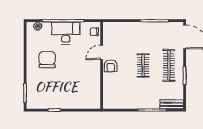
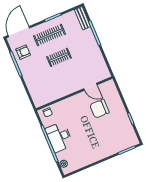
door: (102, 52) -> (90, 87), moved
chair: (47, 60) -> (99, 109), moved
armchair: (111, 66) -> (23, 52), moved

